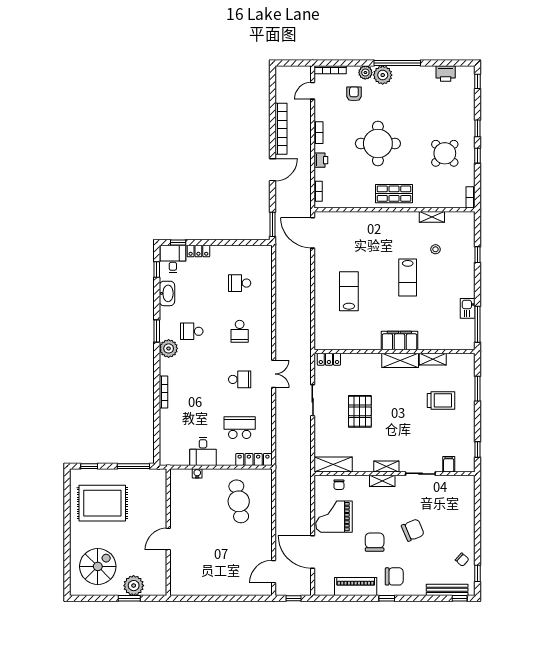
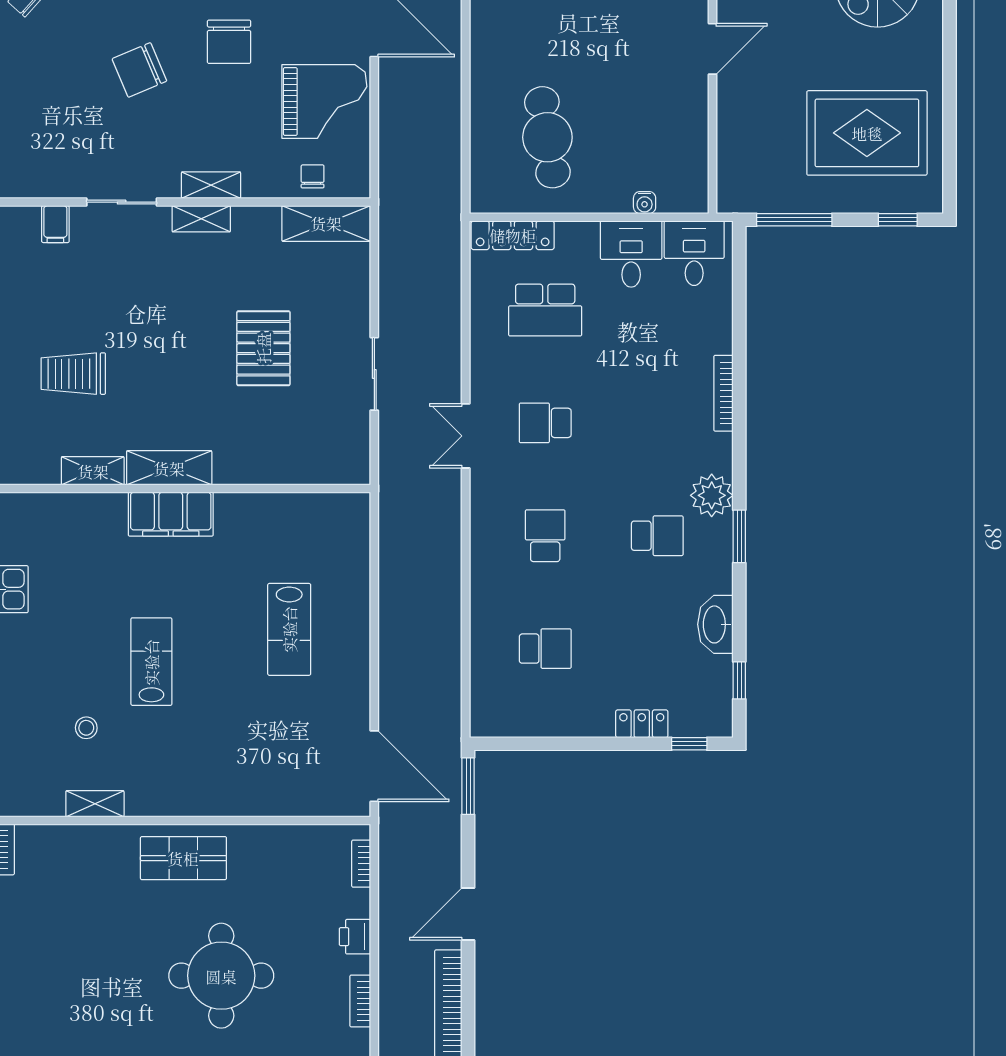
round table: (445, 153) -> (64, 953), removed
desk: (173, 259) -> (694, 253), moved, turned 180
locker: (329, 359) -> (336, 470), removed

